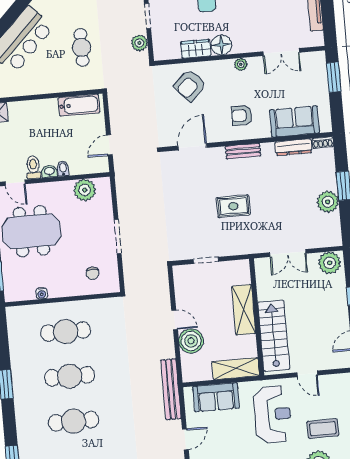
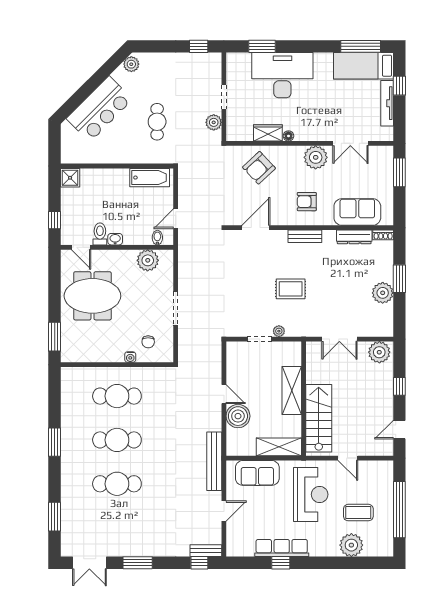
floor lamp: (221, 45) -> (288, 136), width x0.53, depth x0.53
plant: (241, 64) -> (316, 157), width x1.87, depth x1.87
bidet: (63, 169) -> (157, 238), moved
plant: (225, 250) -> (279, 331), added
water cooler: (42, 293) -> (130, 357), moved

